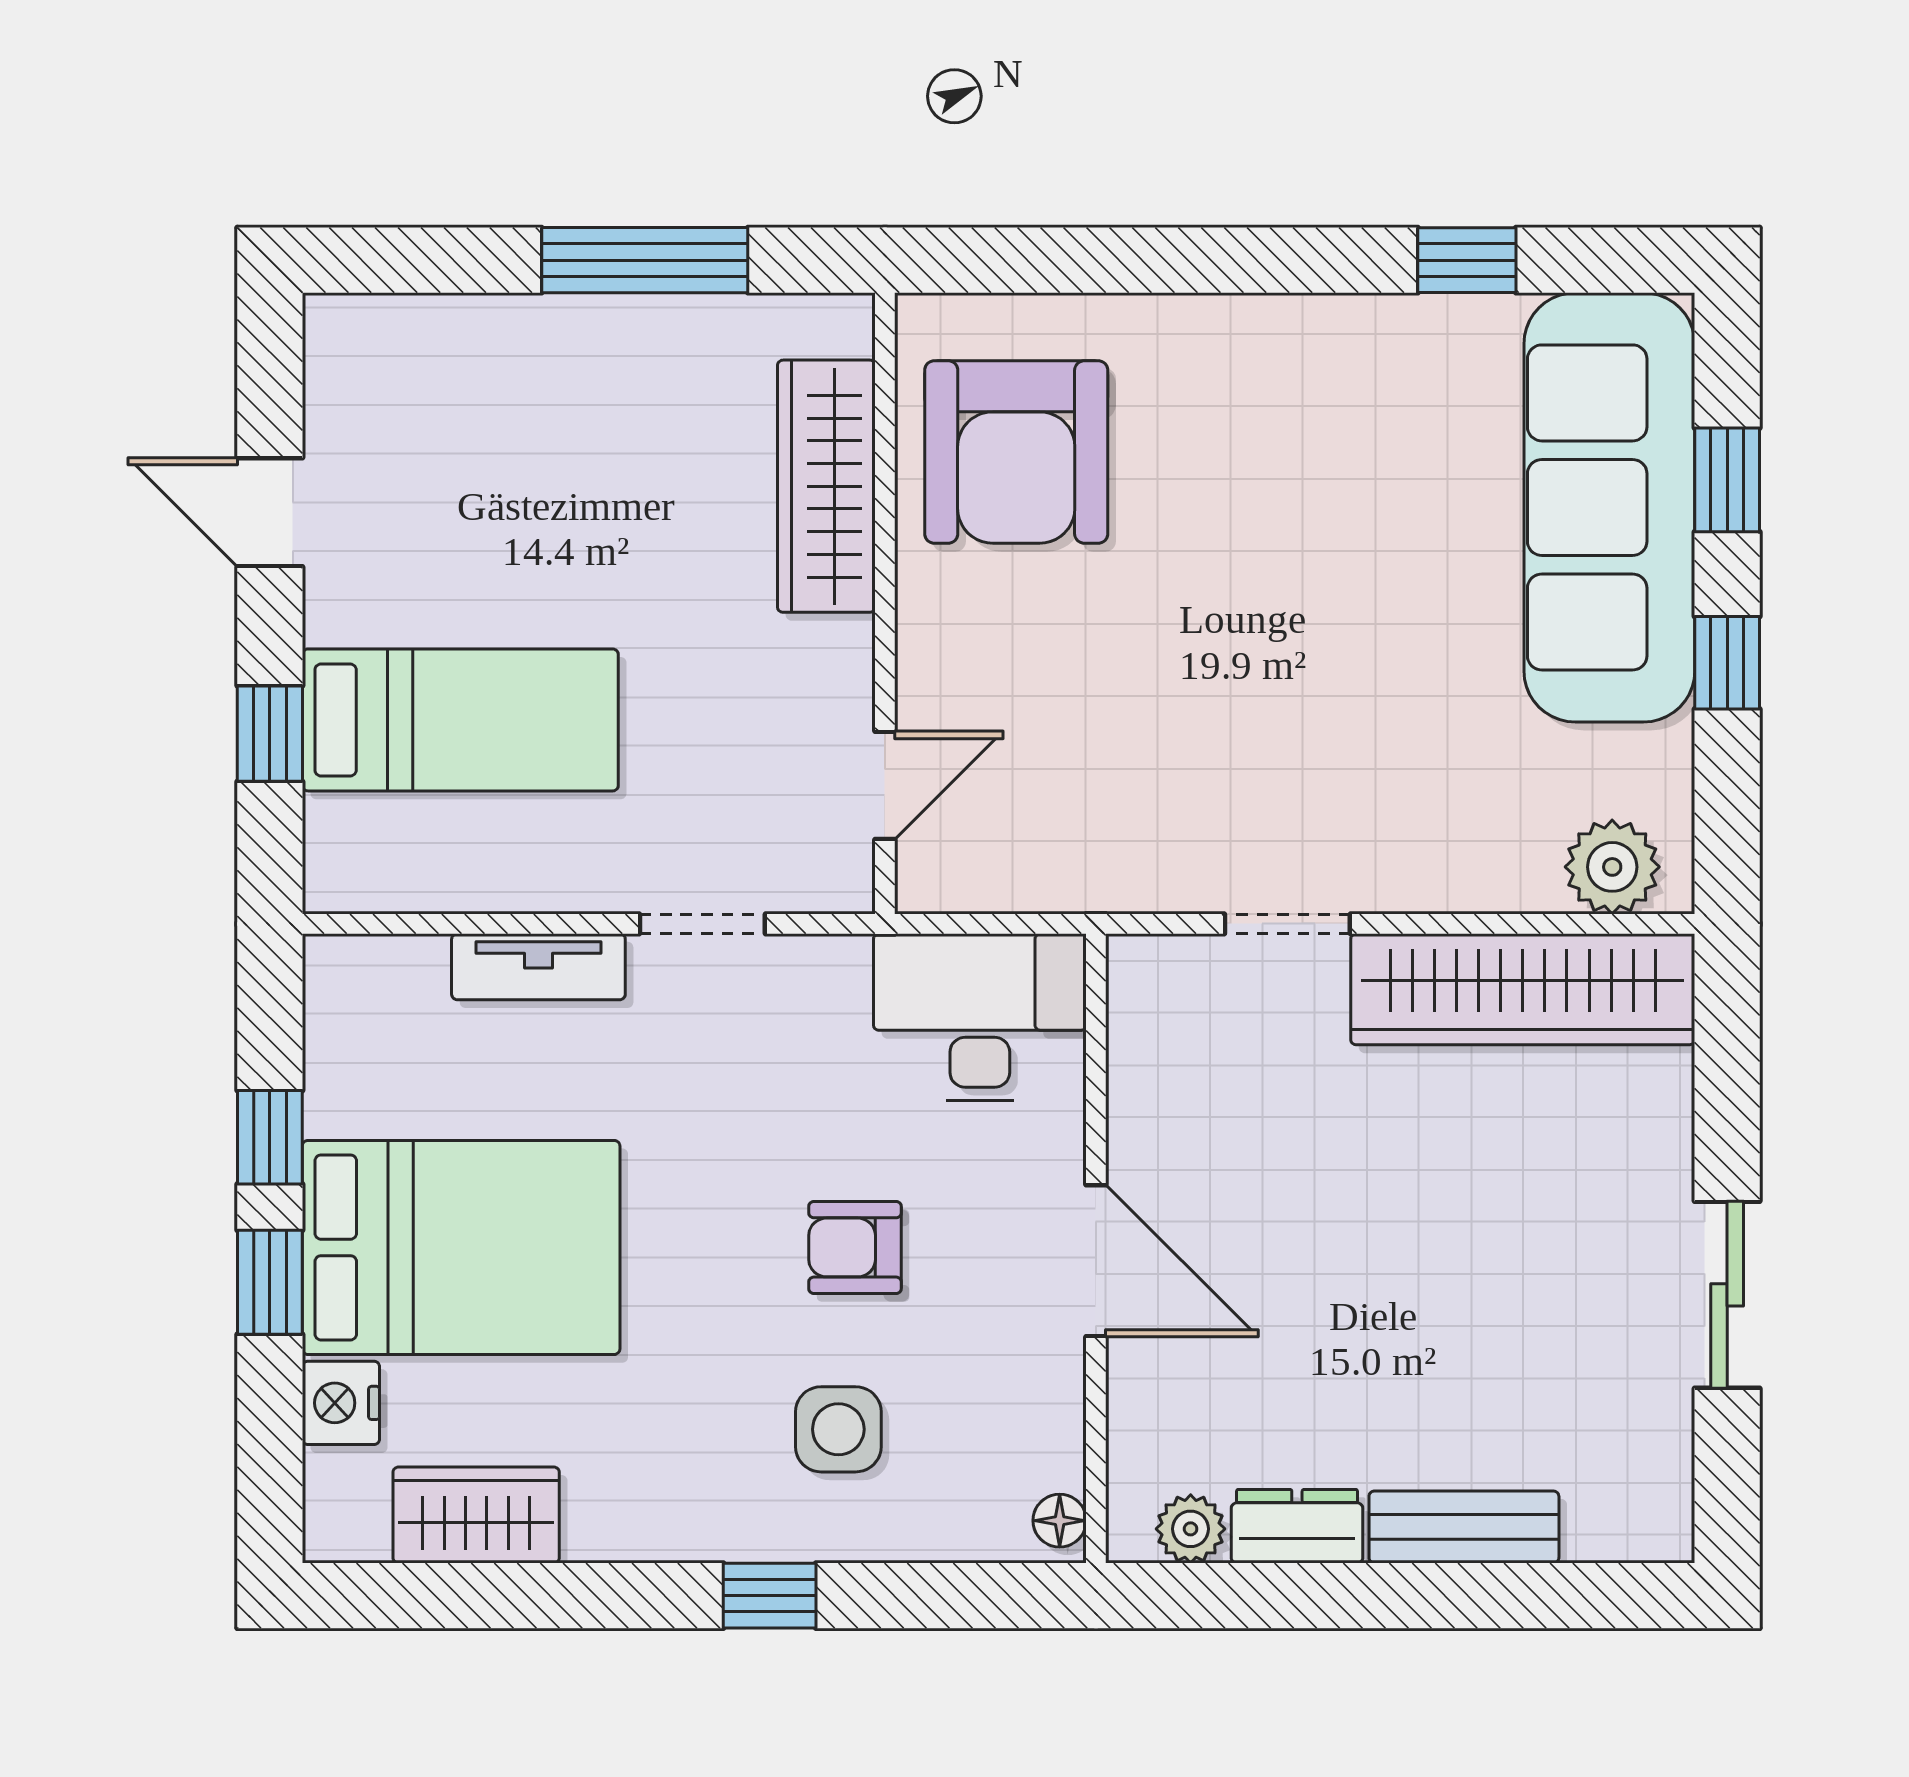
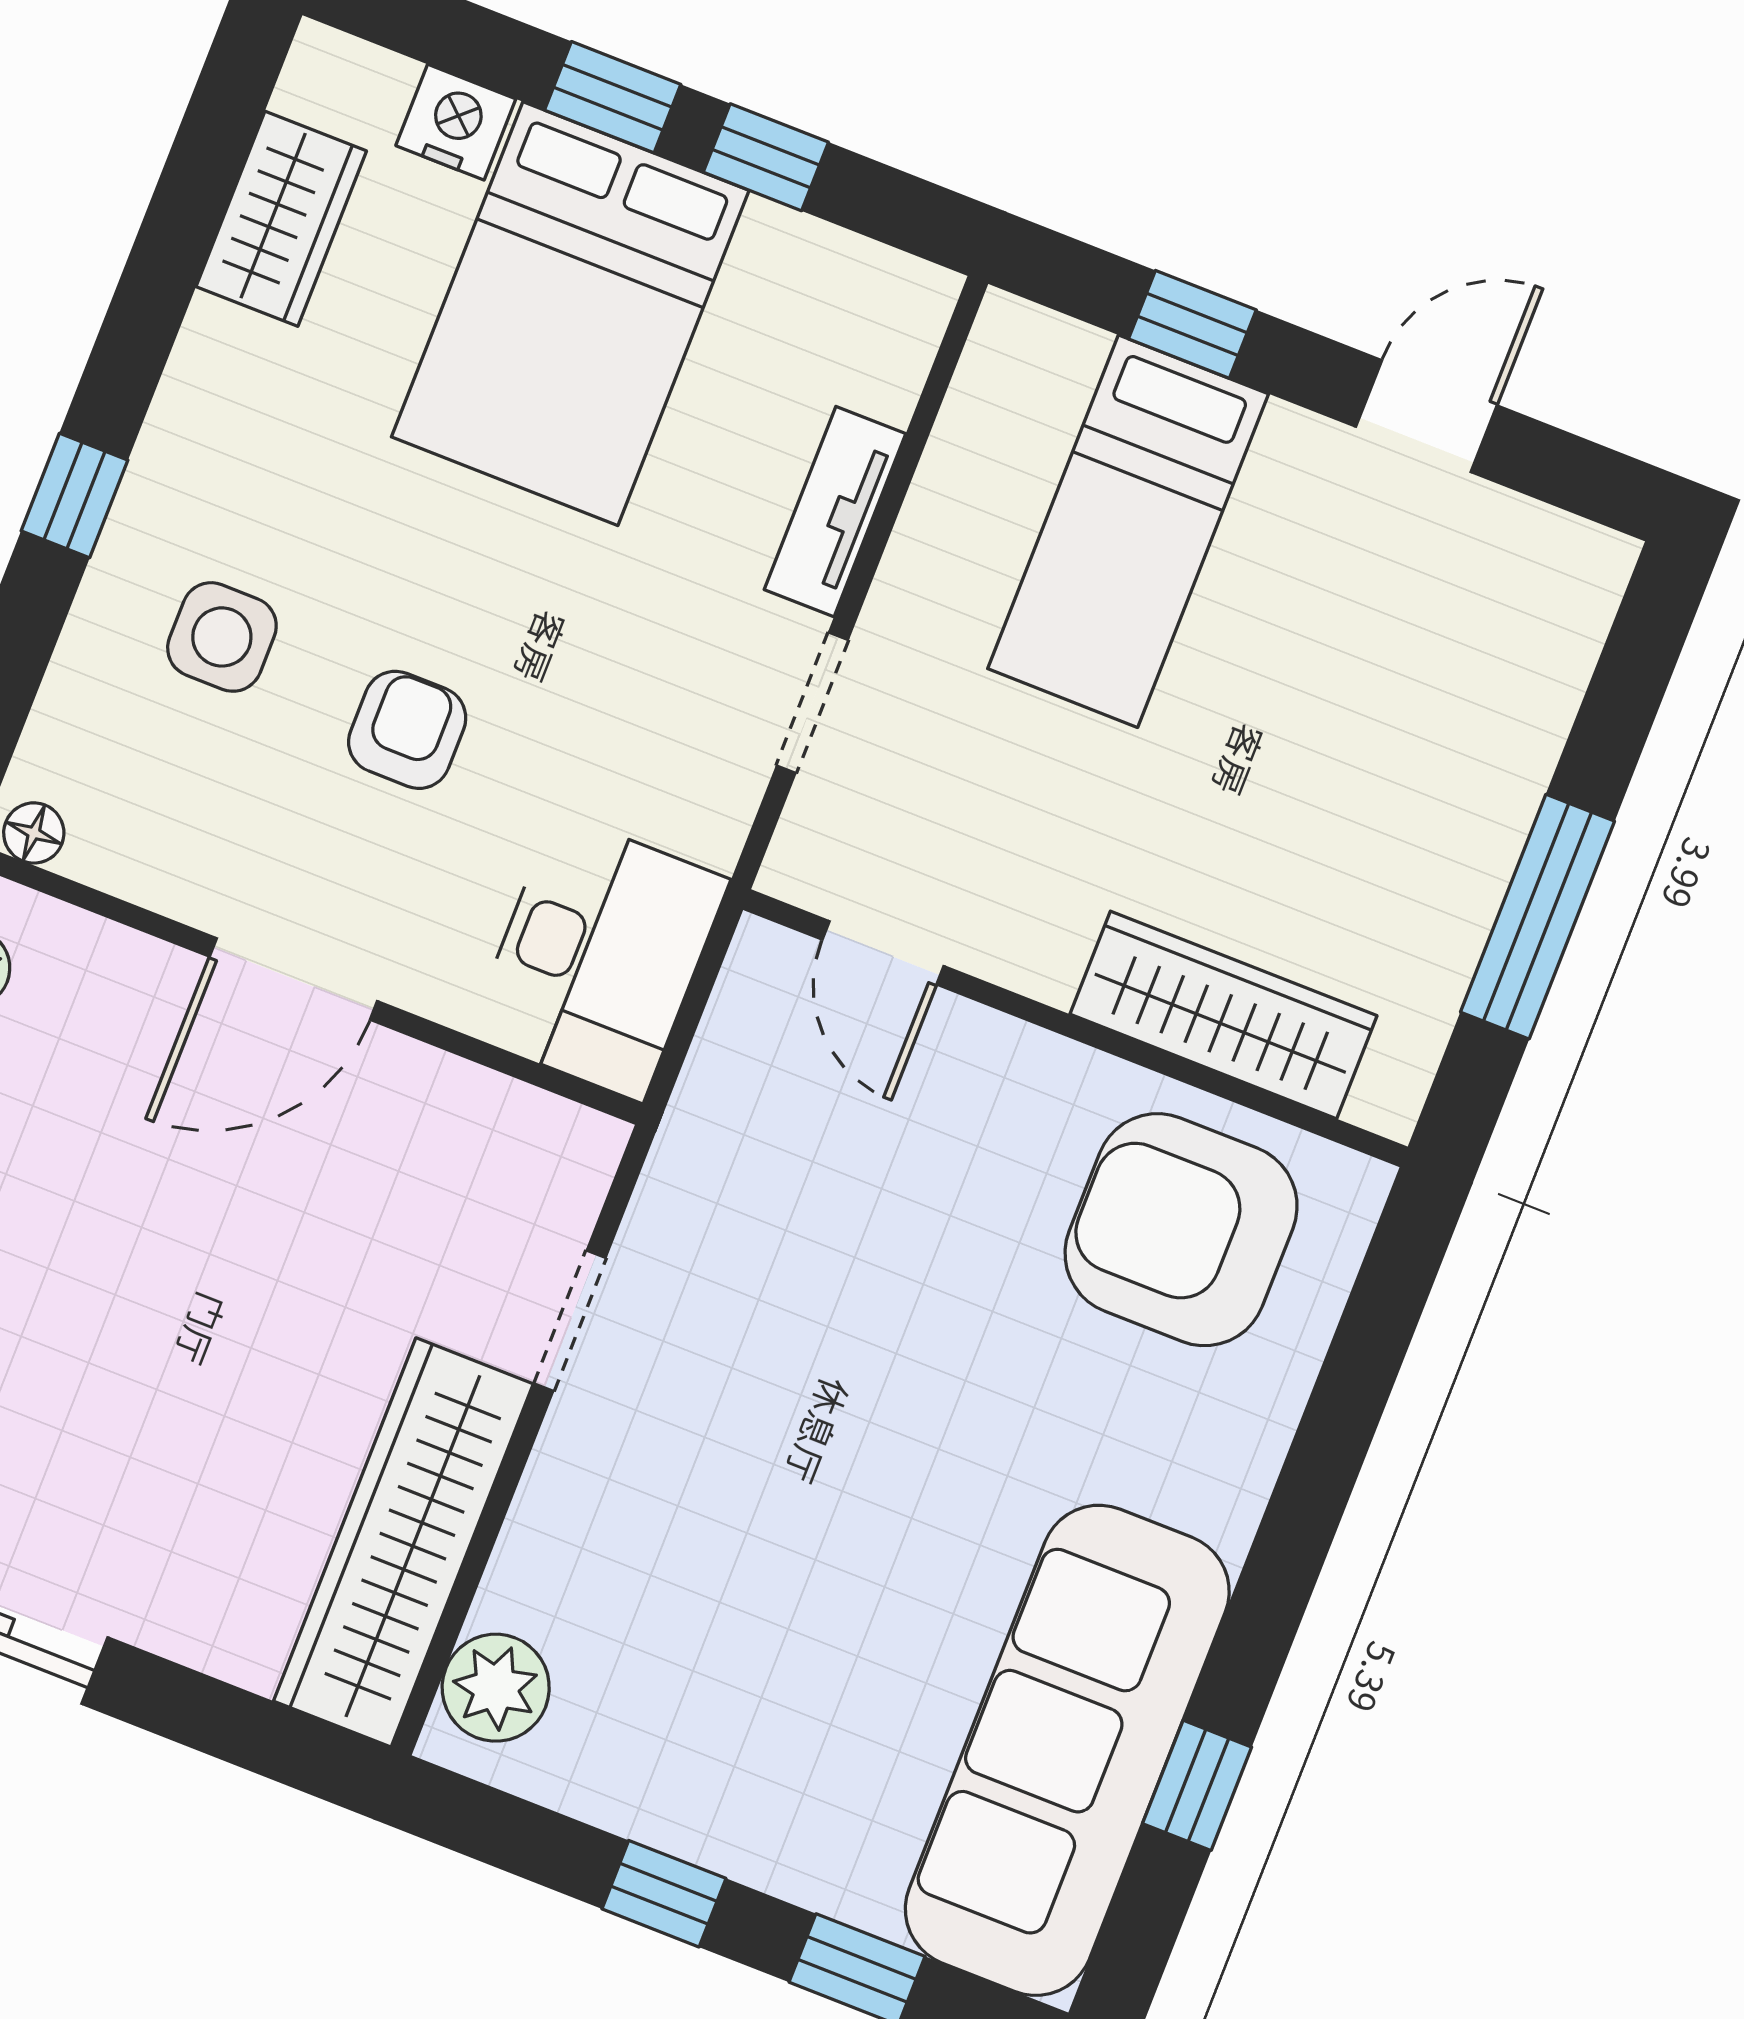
sofa: (1609, 507) -> (1067, 1750), moved, turned -90

